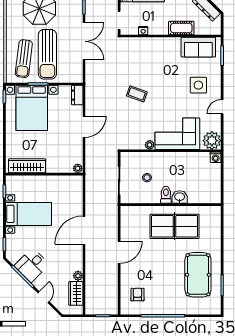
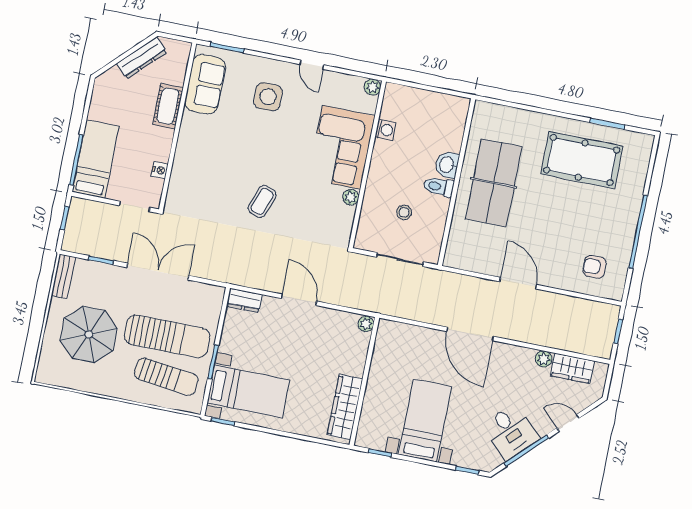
bed with nightstands: (32, 108) -> (248, 392), width x0.73
plant: (212, 141) -> (373, 87), width x0.53, depth x0.53
washing machine: (216, 157) -> (385, 130), moved

